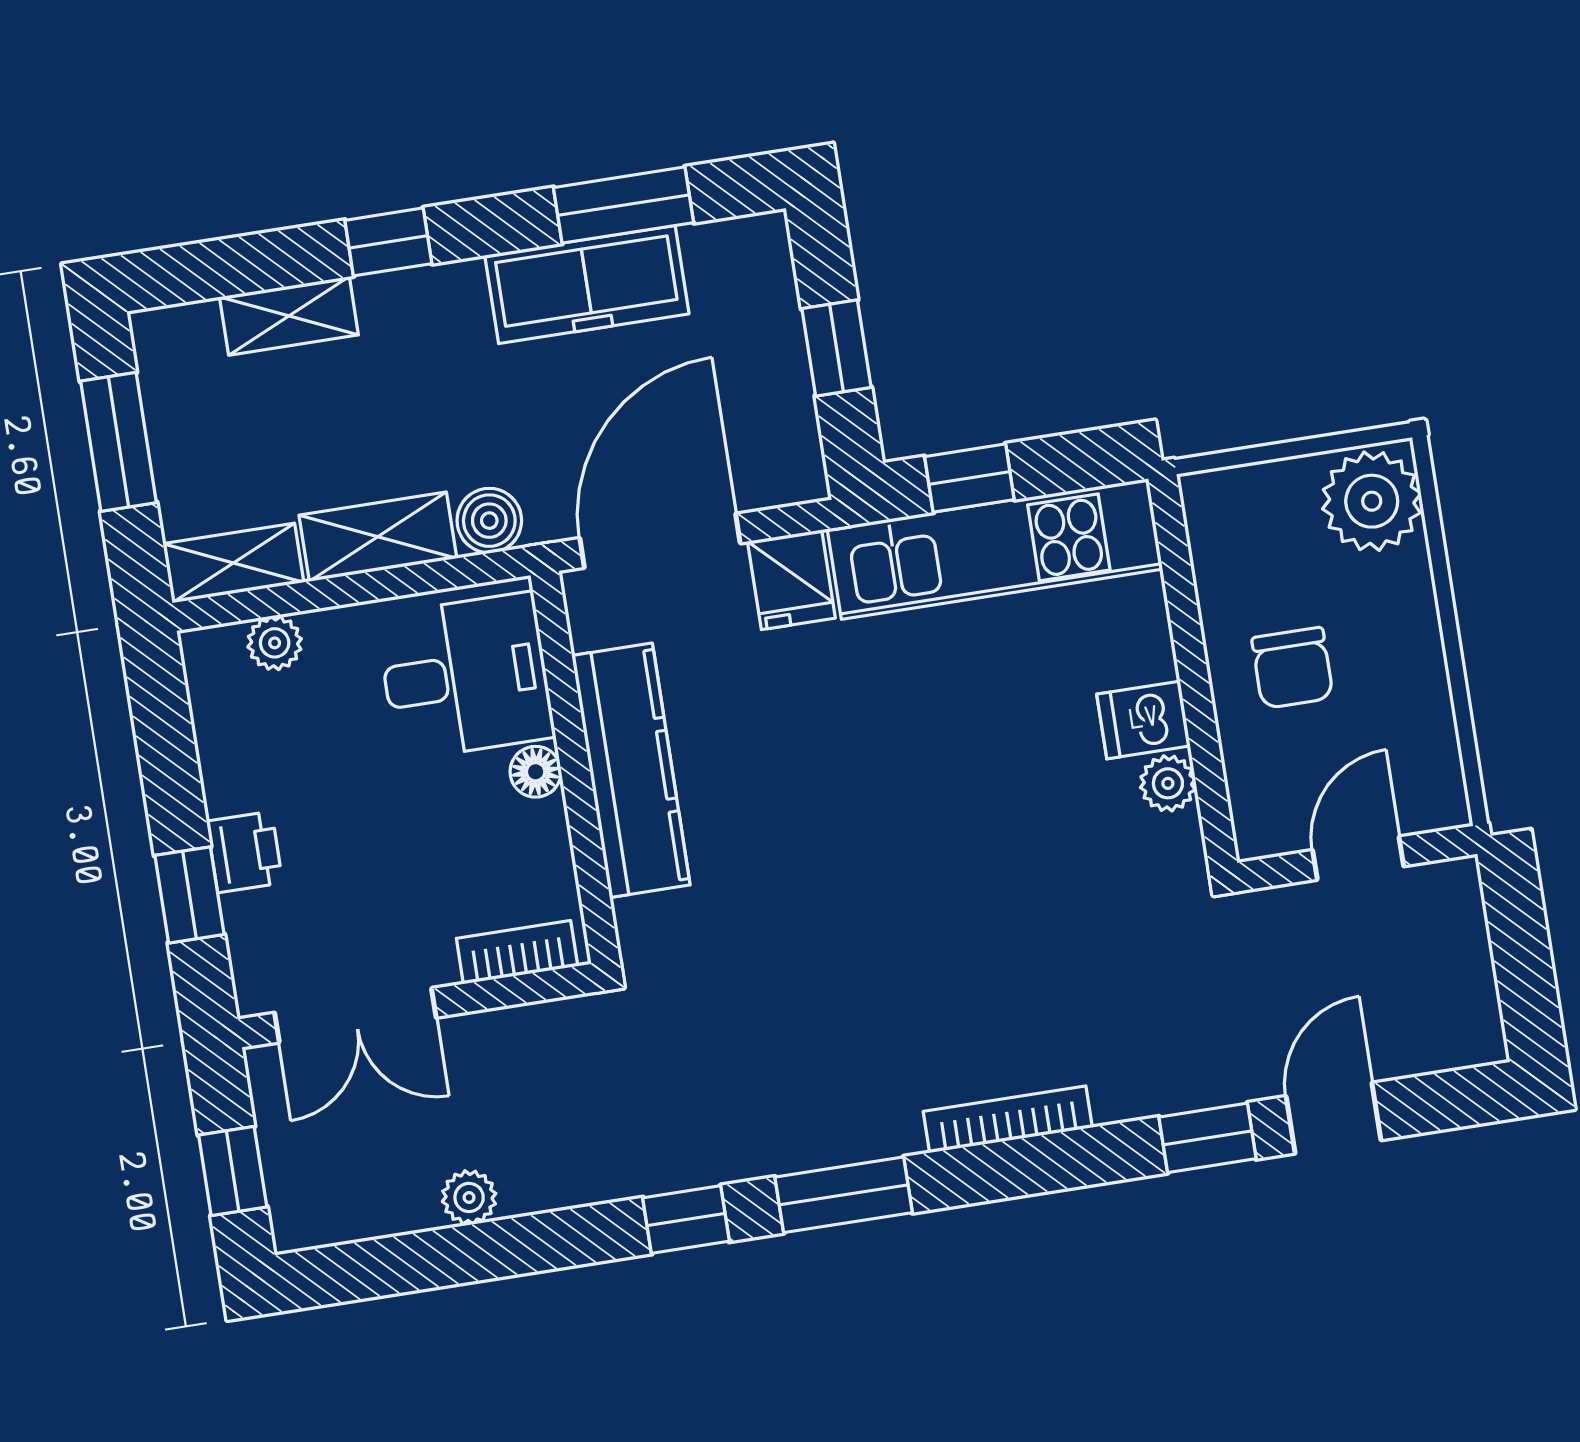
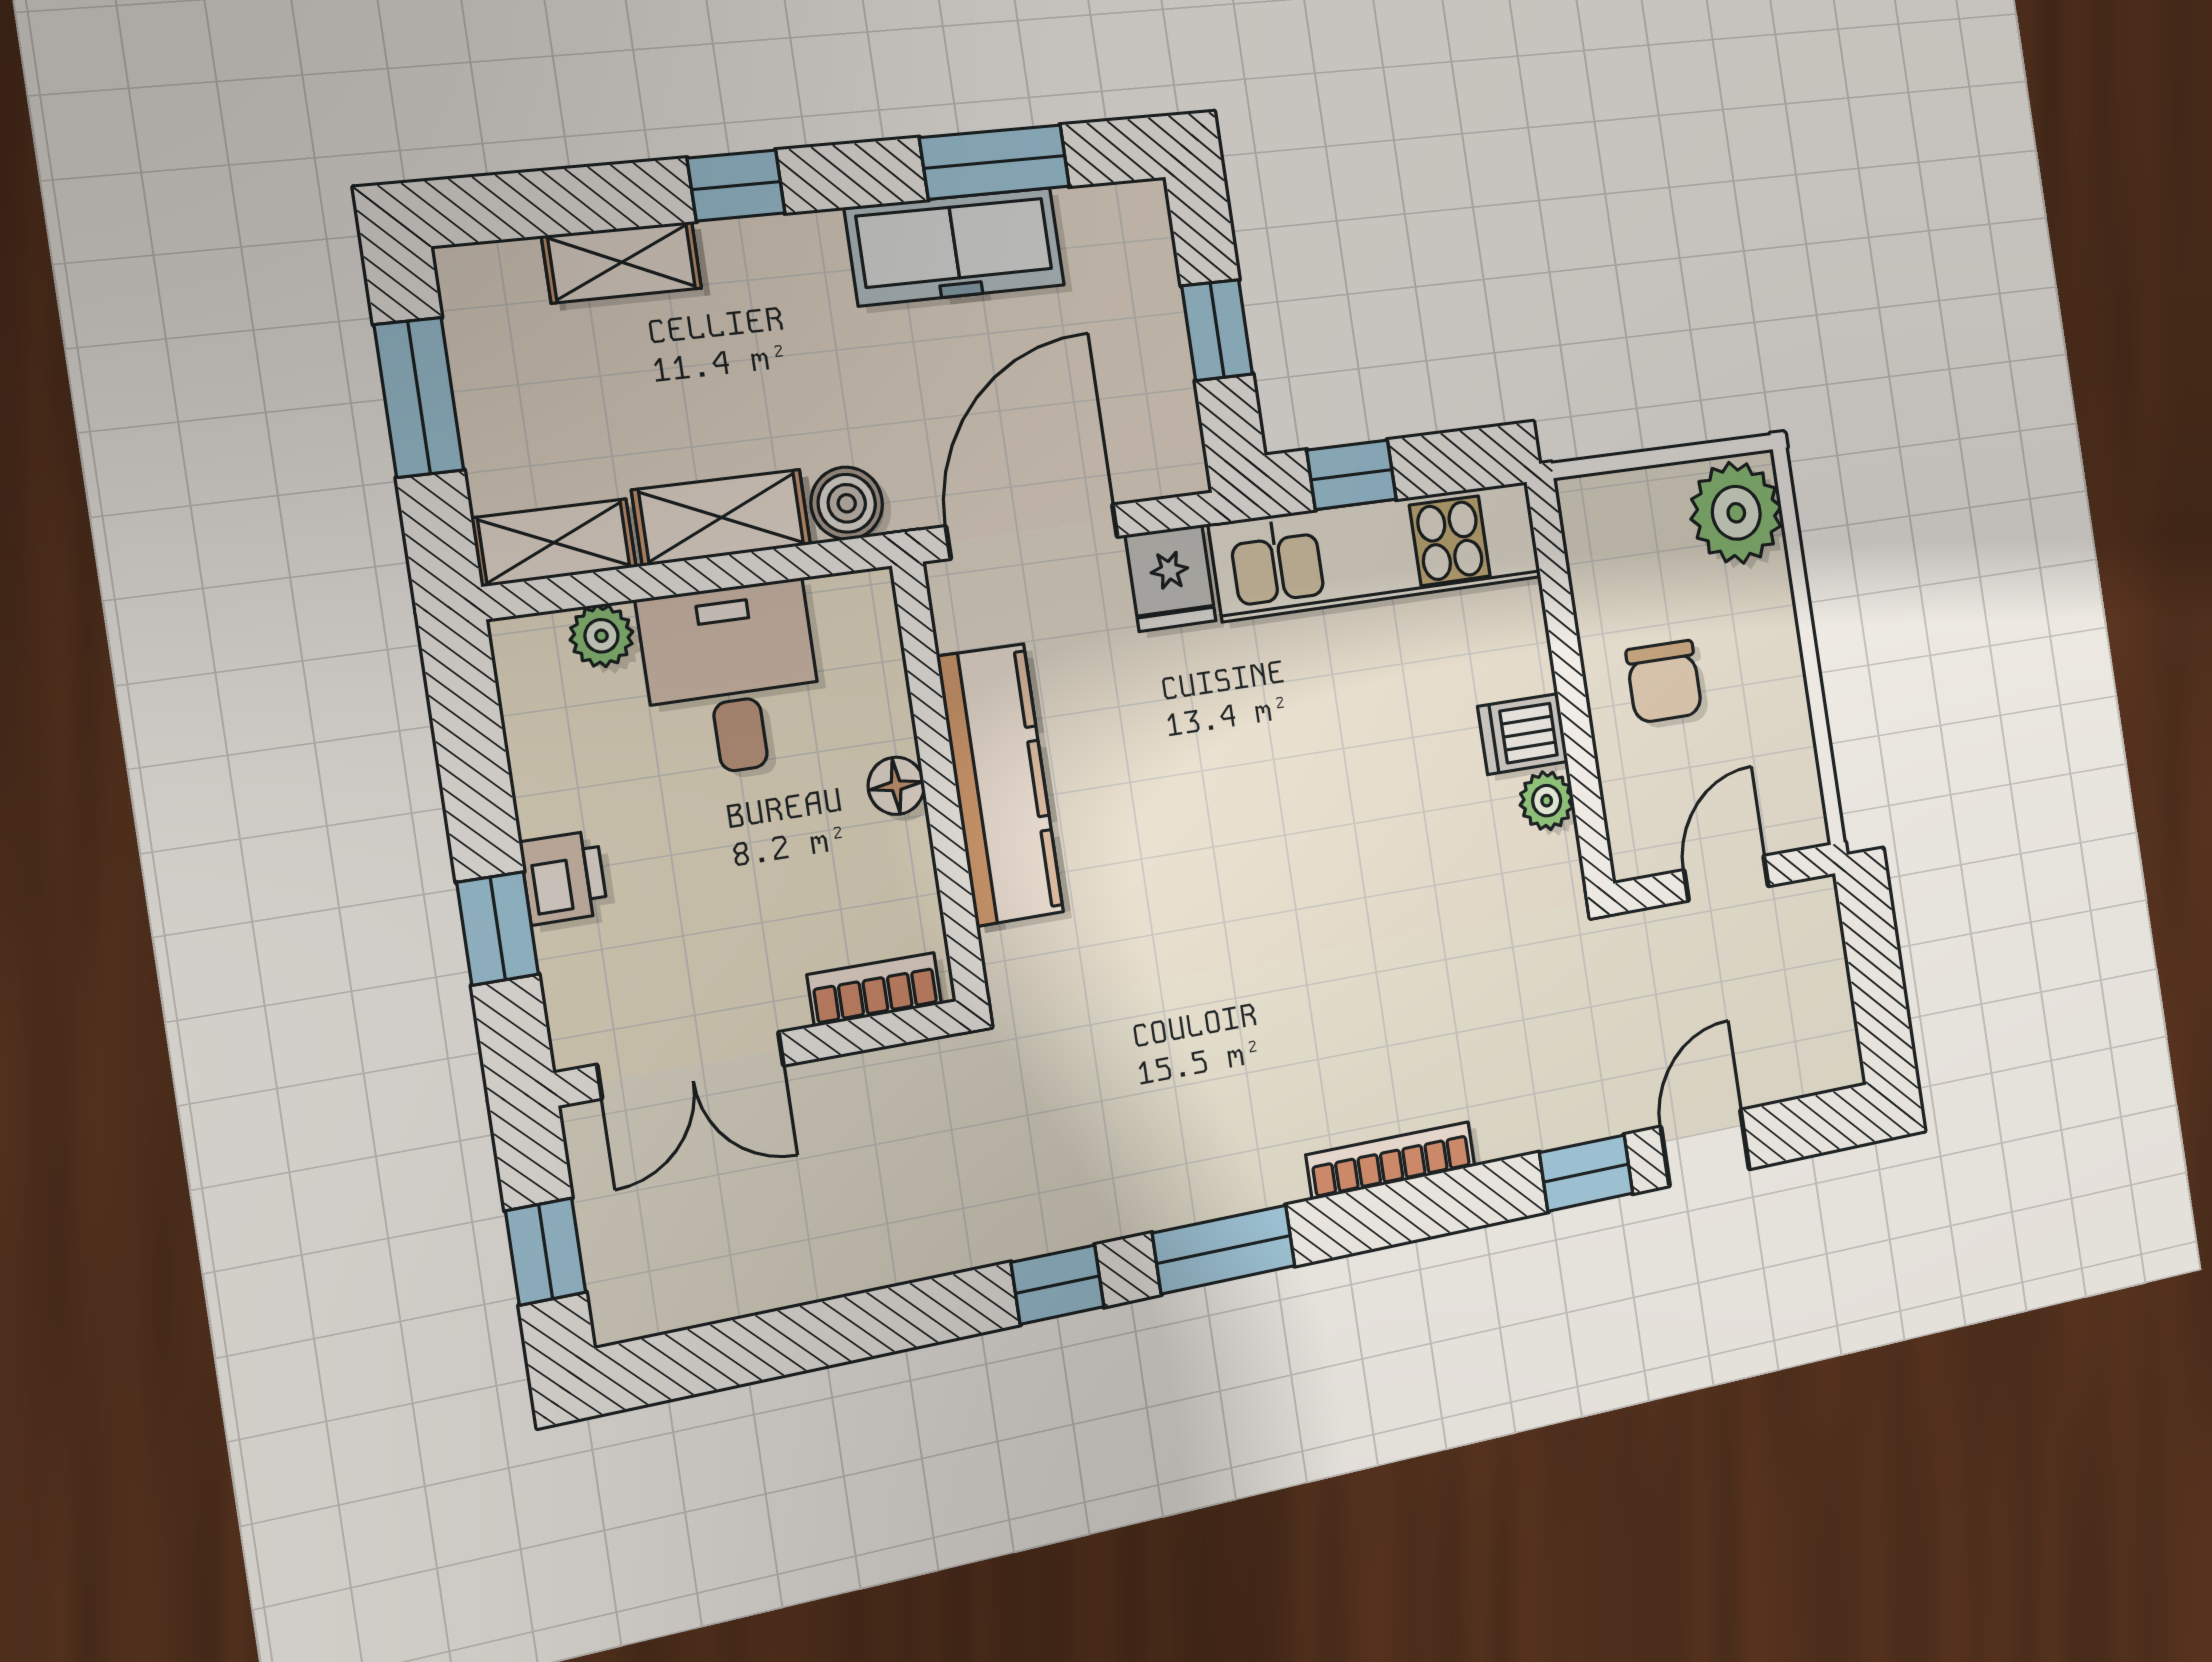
desk: (465, 676) -> (732, 679), moved, turned -90
plant: (469, 1197) -> (819, 1271), removed

